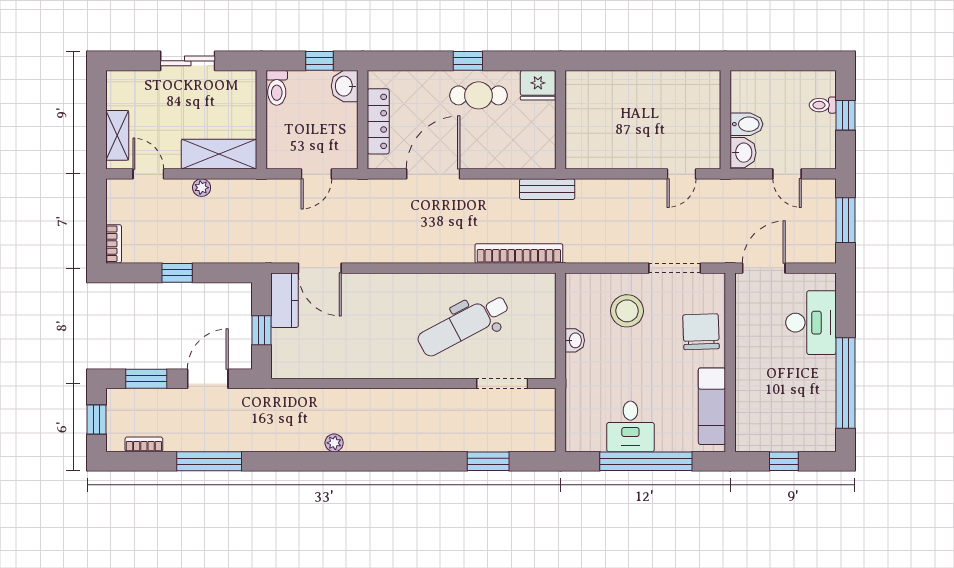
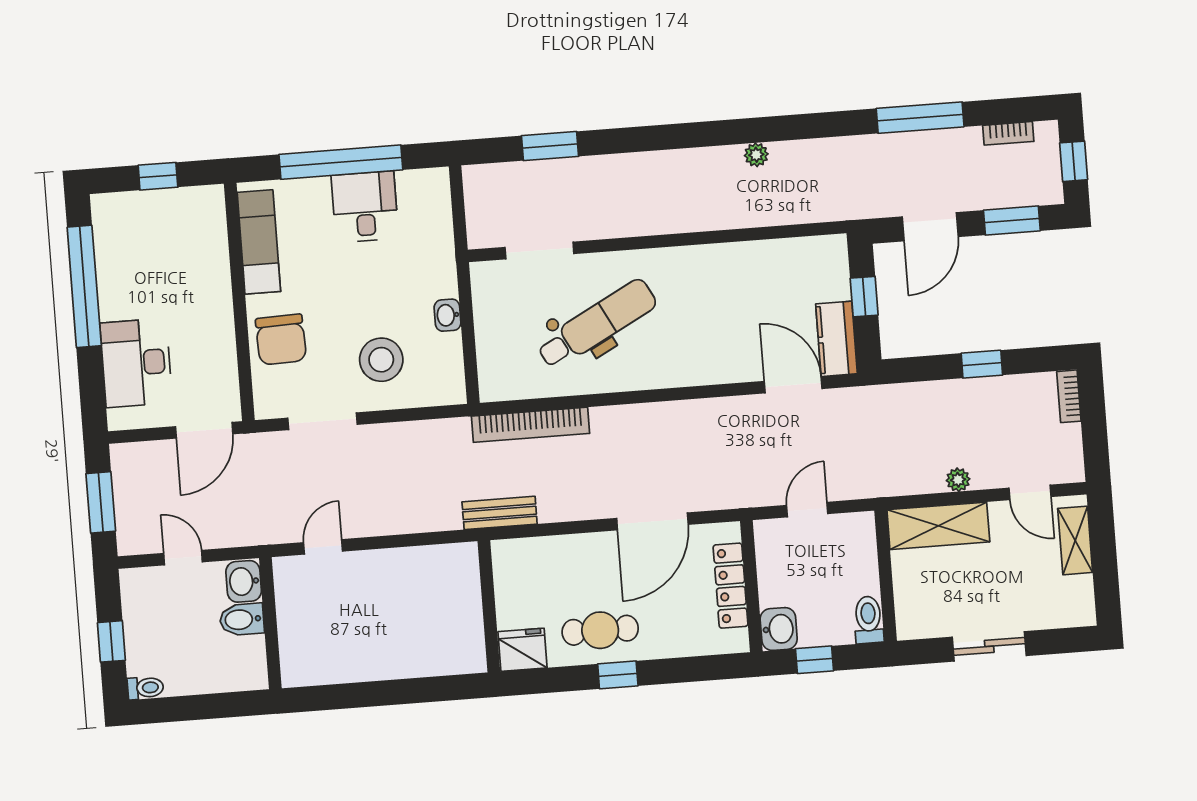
toilet: (823, 105) -> (145, 688), moved

